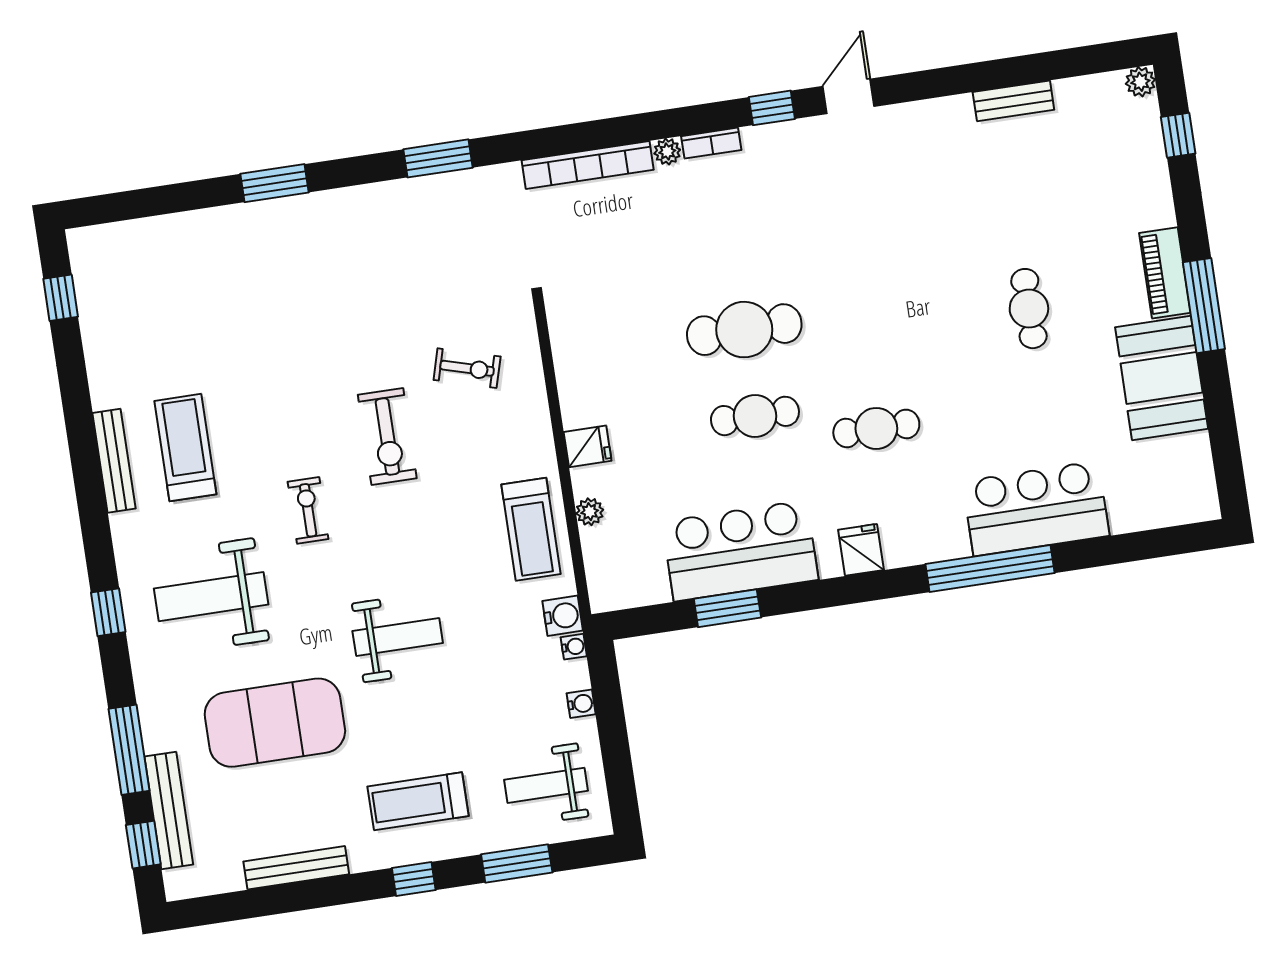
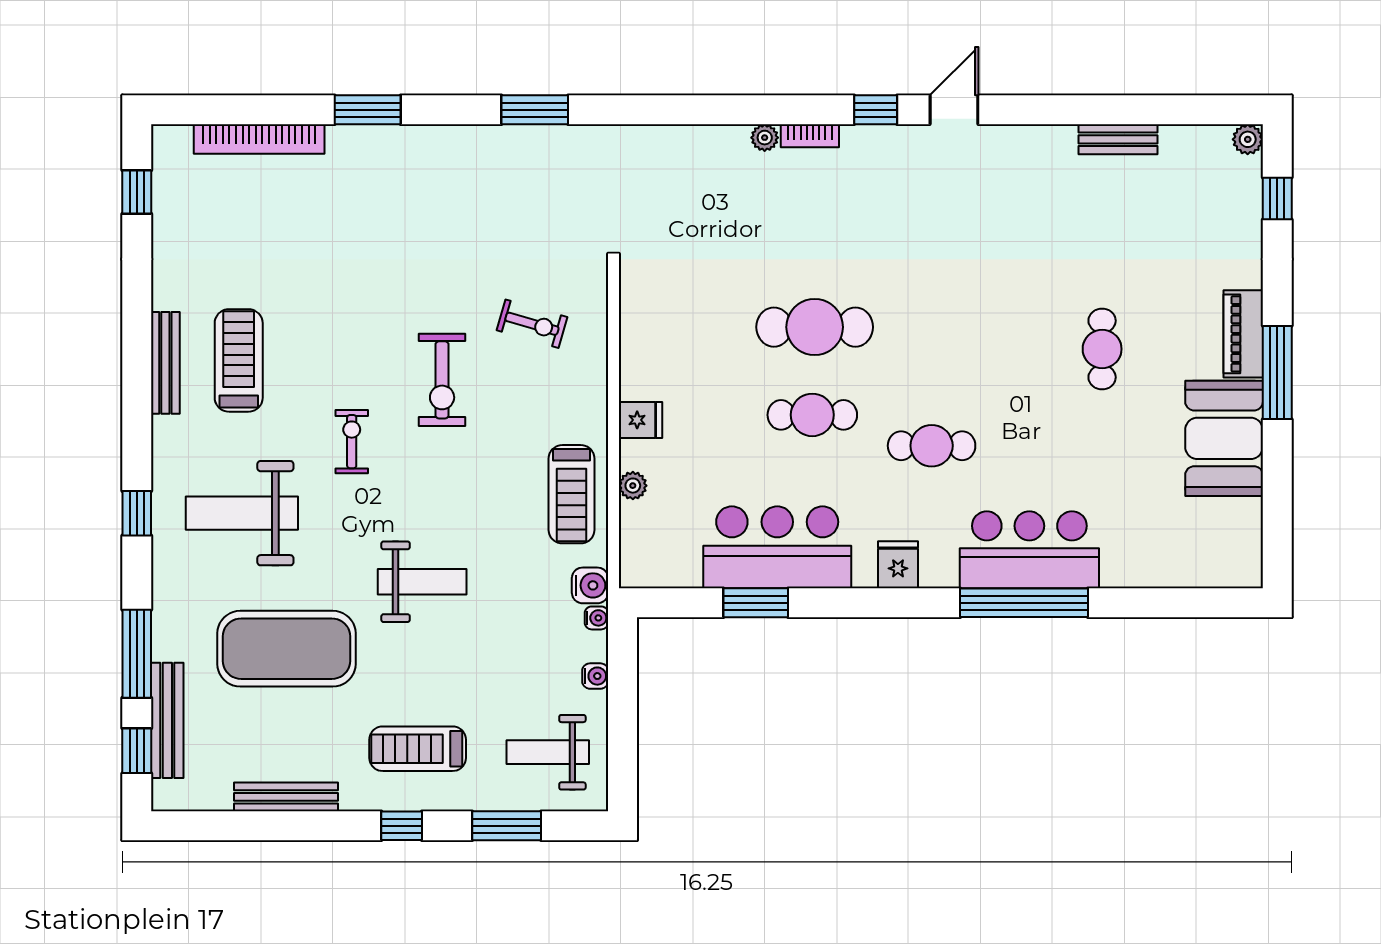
bookcase: (588, 165) -> (259, 139), moved
bar counter: (1036, 509) -> (1029, 550), moved

